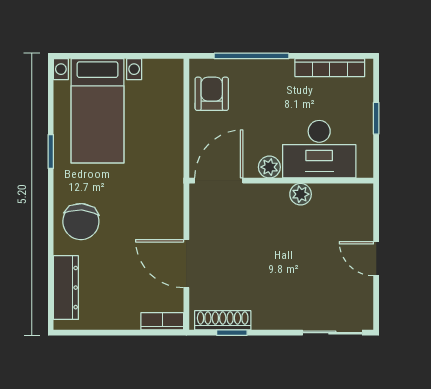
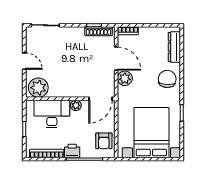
printer: (277, 73) -> (72, 151), added
bed with nightstands: (97, 111) -> (151, 133), width x1.36
plant: (301, 194) -> (38, 88), moved, width x1.87, depth x1.87
plant: (168, 223) -> (125, 78), added

